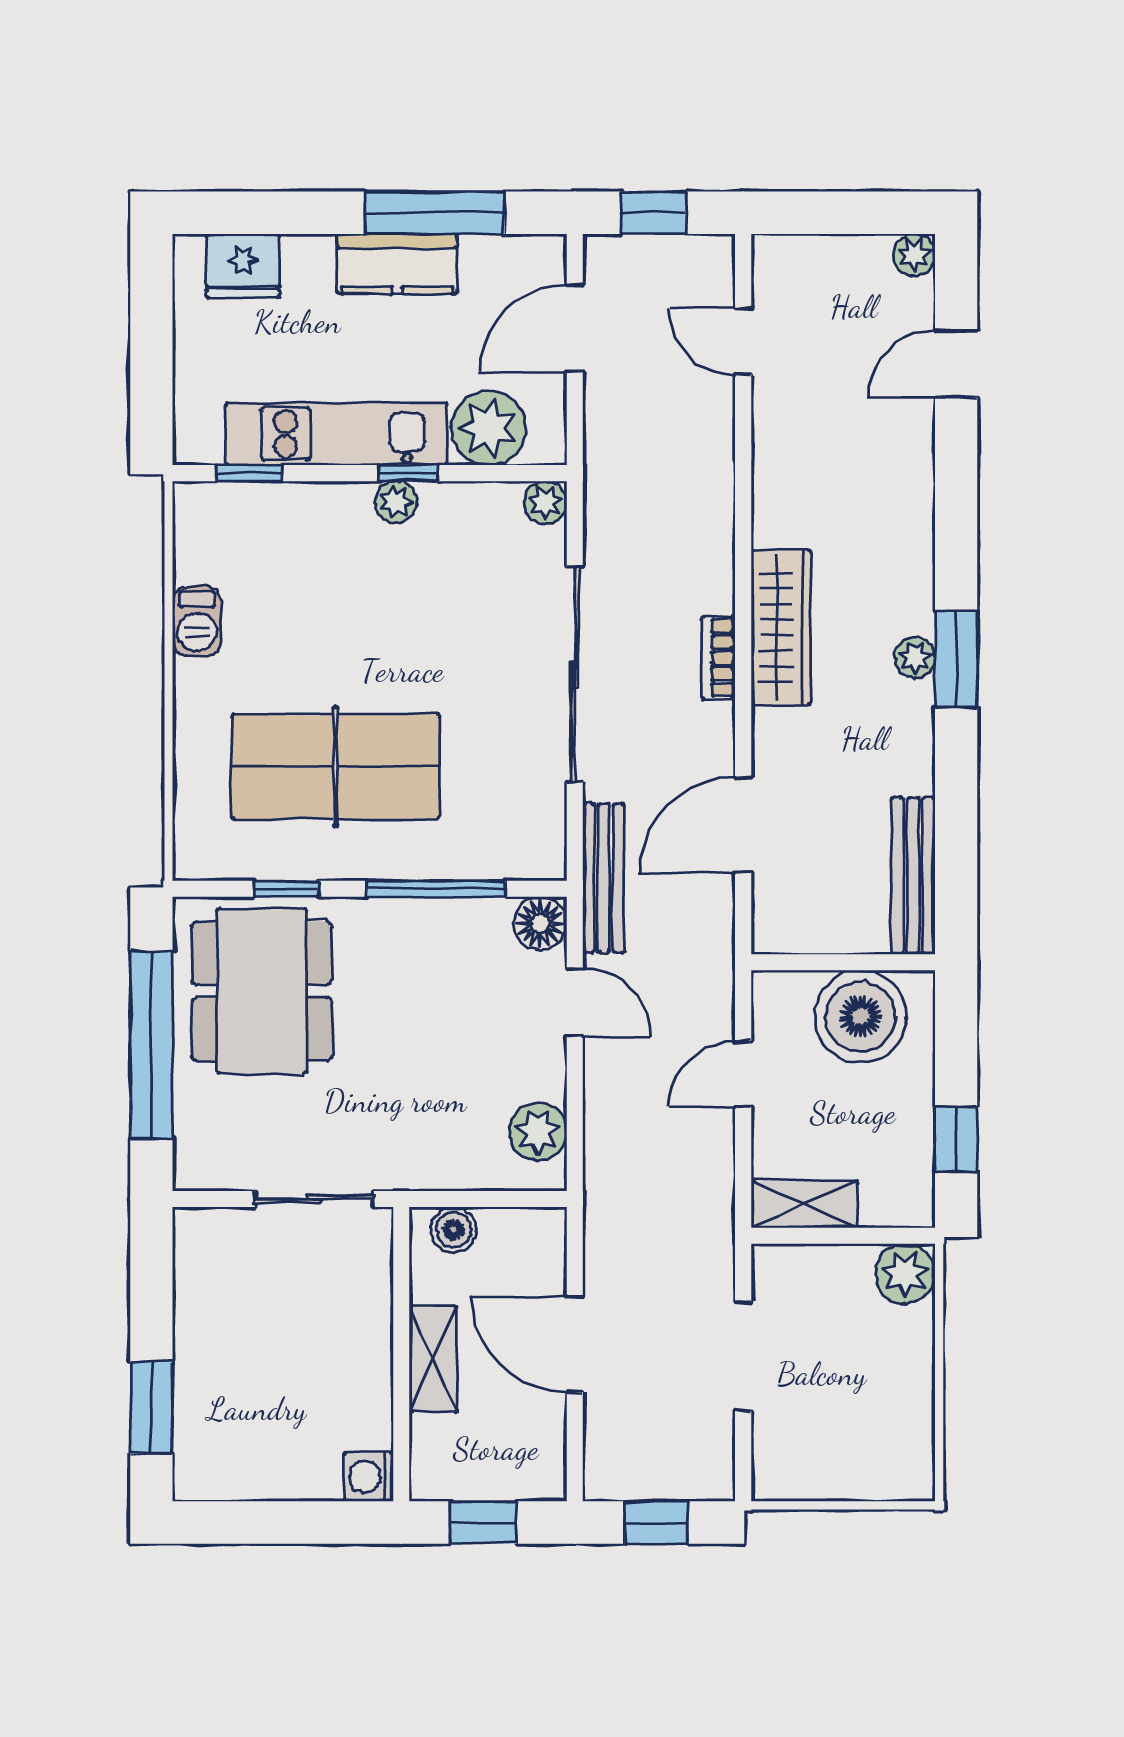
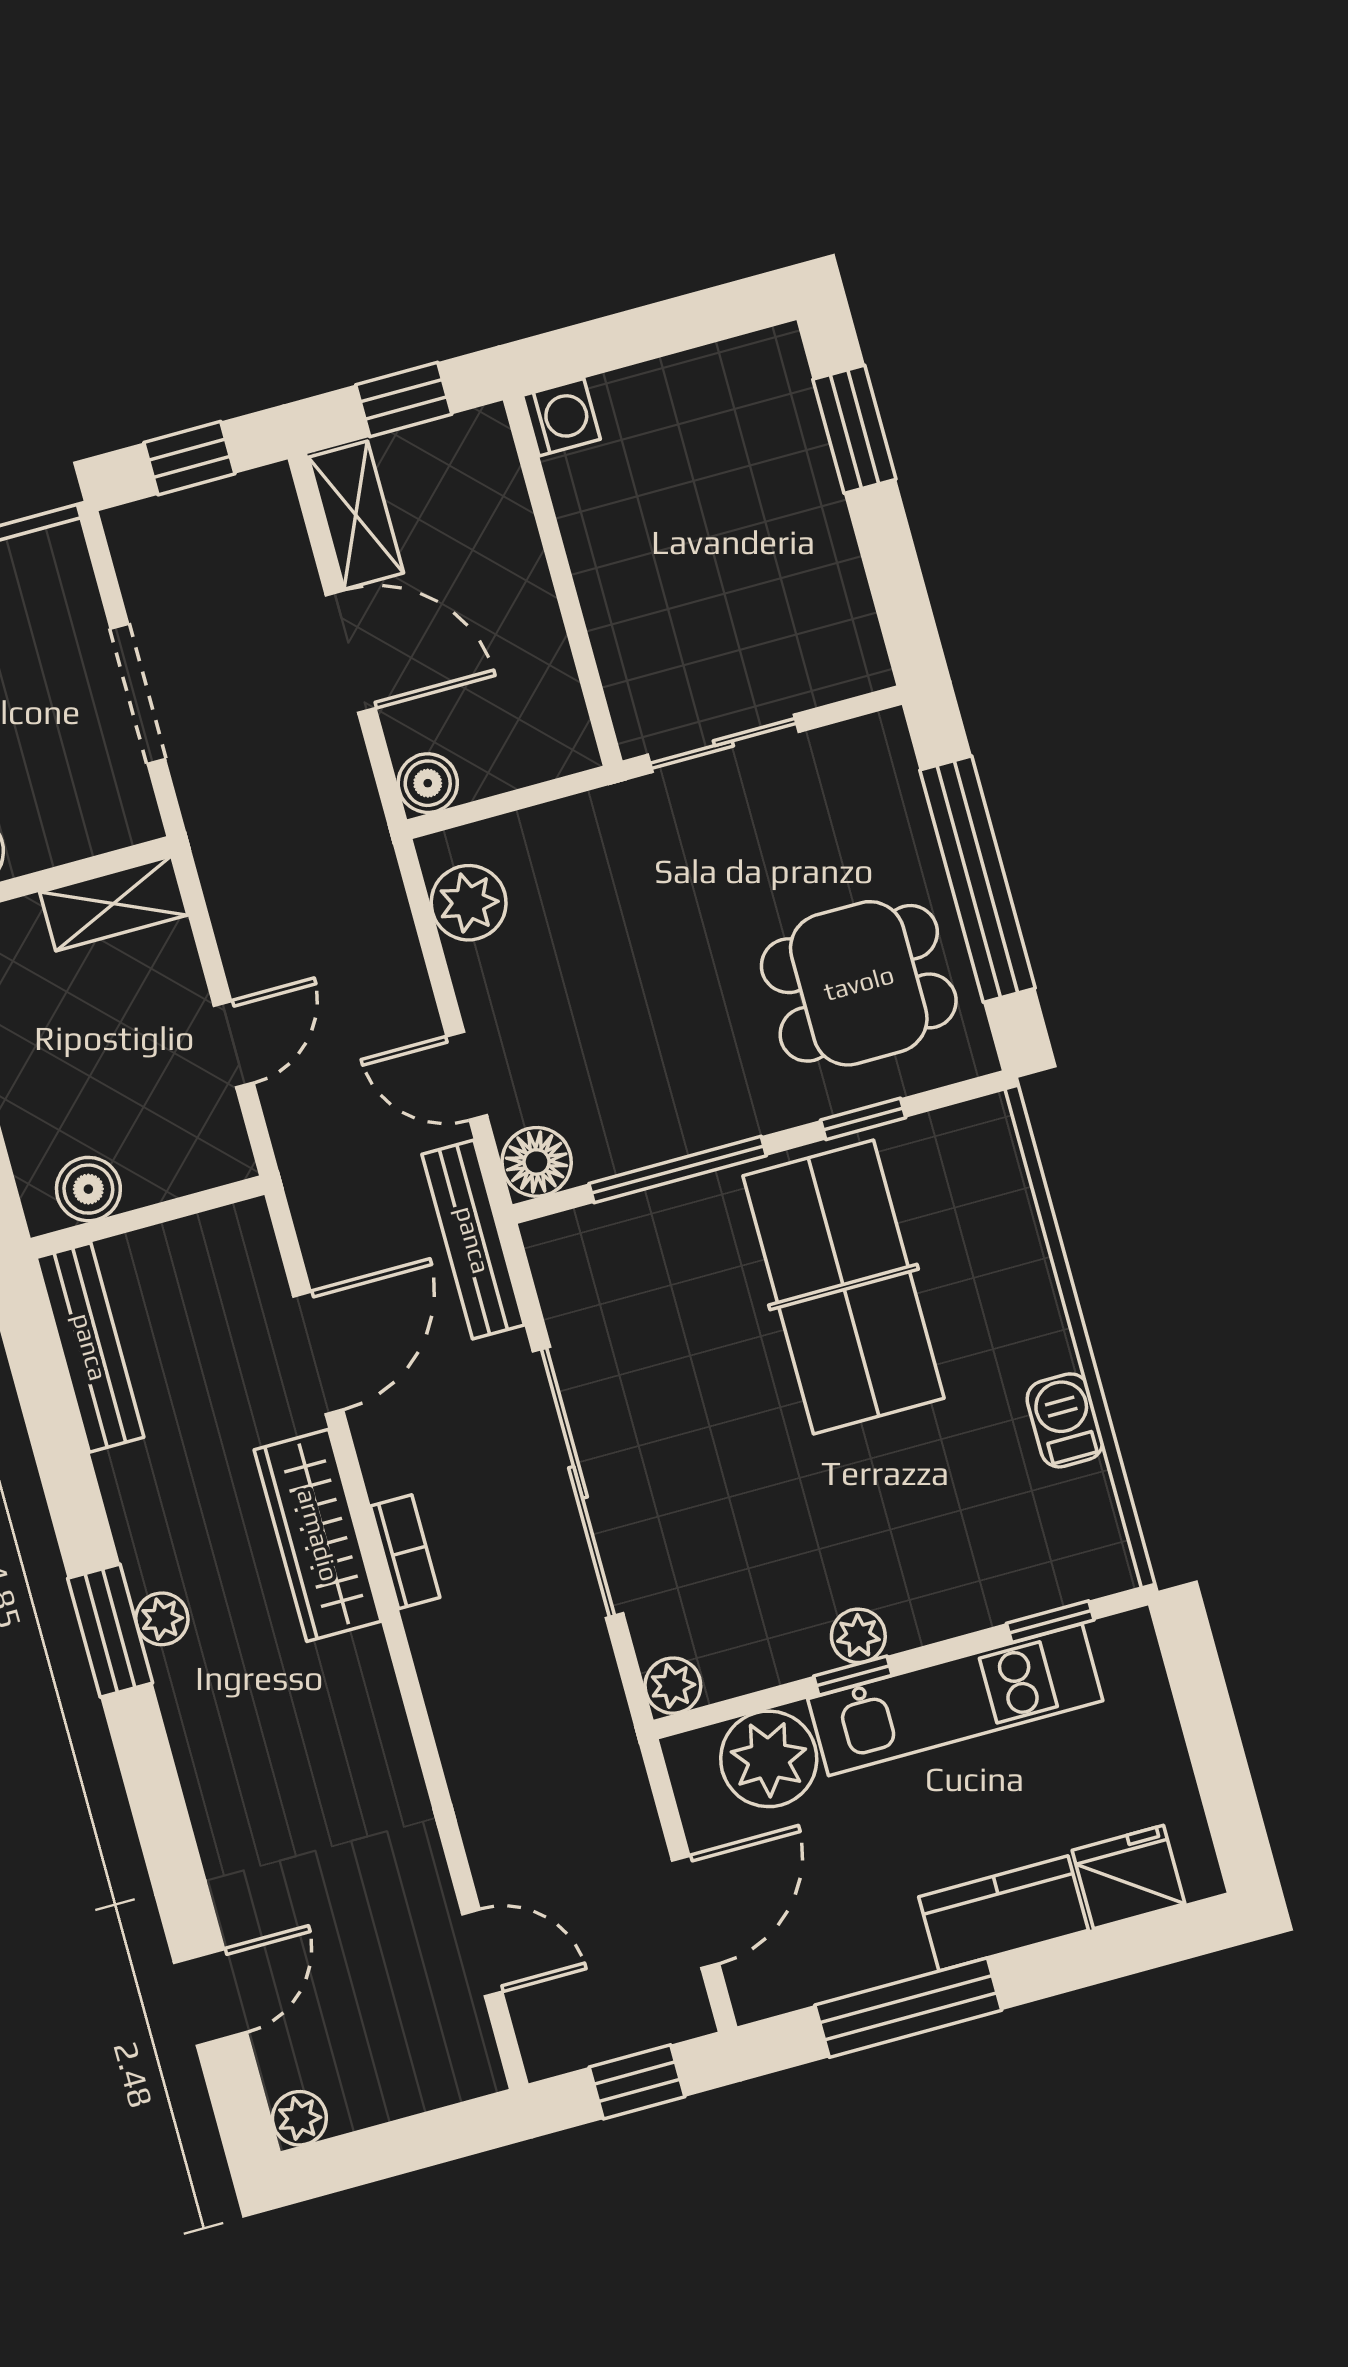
kitchen counter: (397, 264) -> (1004, 1913), moved
wardrobe: (781, 627) -> (318, 1535), moved
table tennis table: (336, 767) -> (843, 1287), turned 90
dining table: (262, 991) -> (859, 983), width x0.73
boiler: (860, 1016) -> (88, 1189), width x0.54, depth x0.54
boiler: (454, 1230) -> (428, 783), moved
shelving: (433, 1359) -> (356, 515), moved

